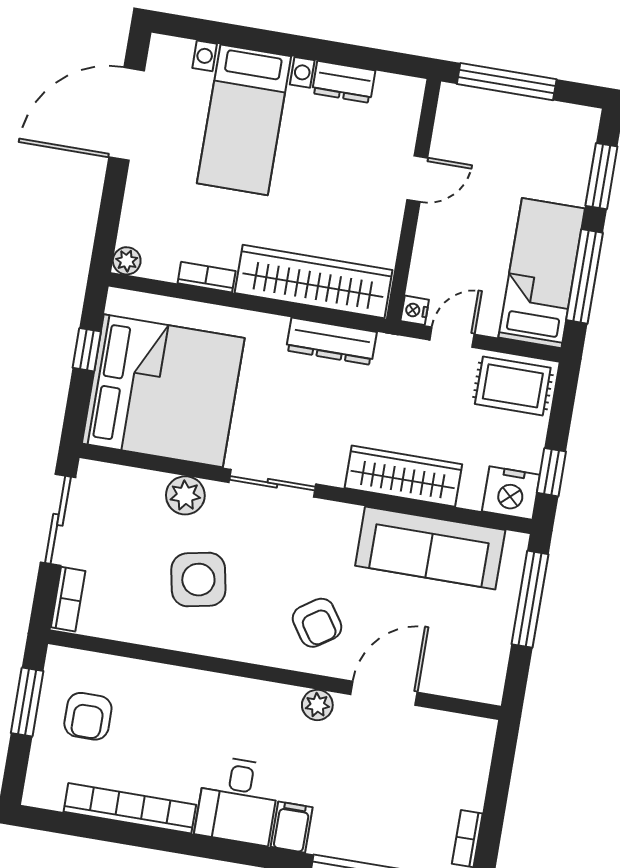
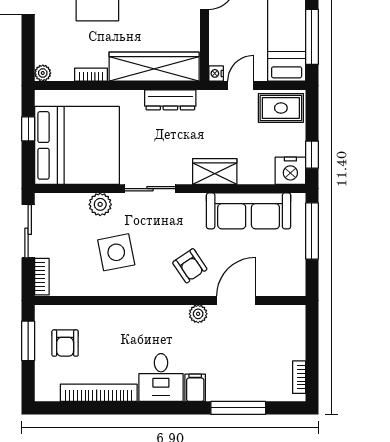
wardrobe: (403, 476) -> (215, 172), width x0.67

